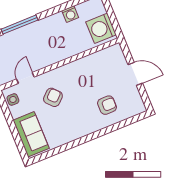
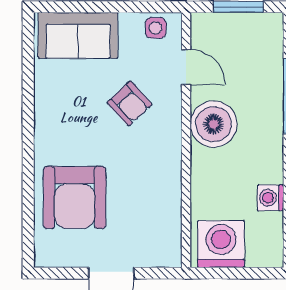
boiler: (47, 54) -> (214, 124), added
armchair: (107, 105) -> (75, 197), width x1.88, depth x1.88

